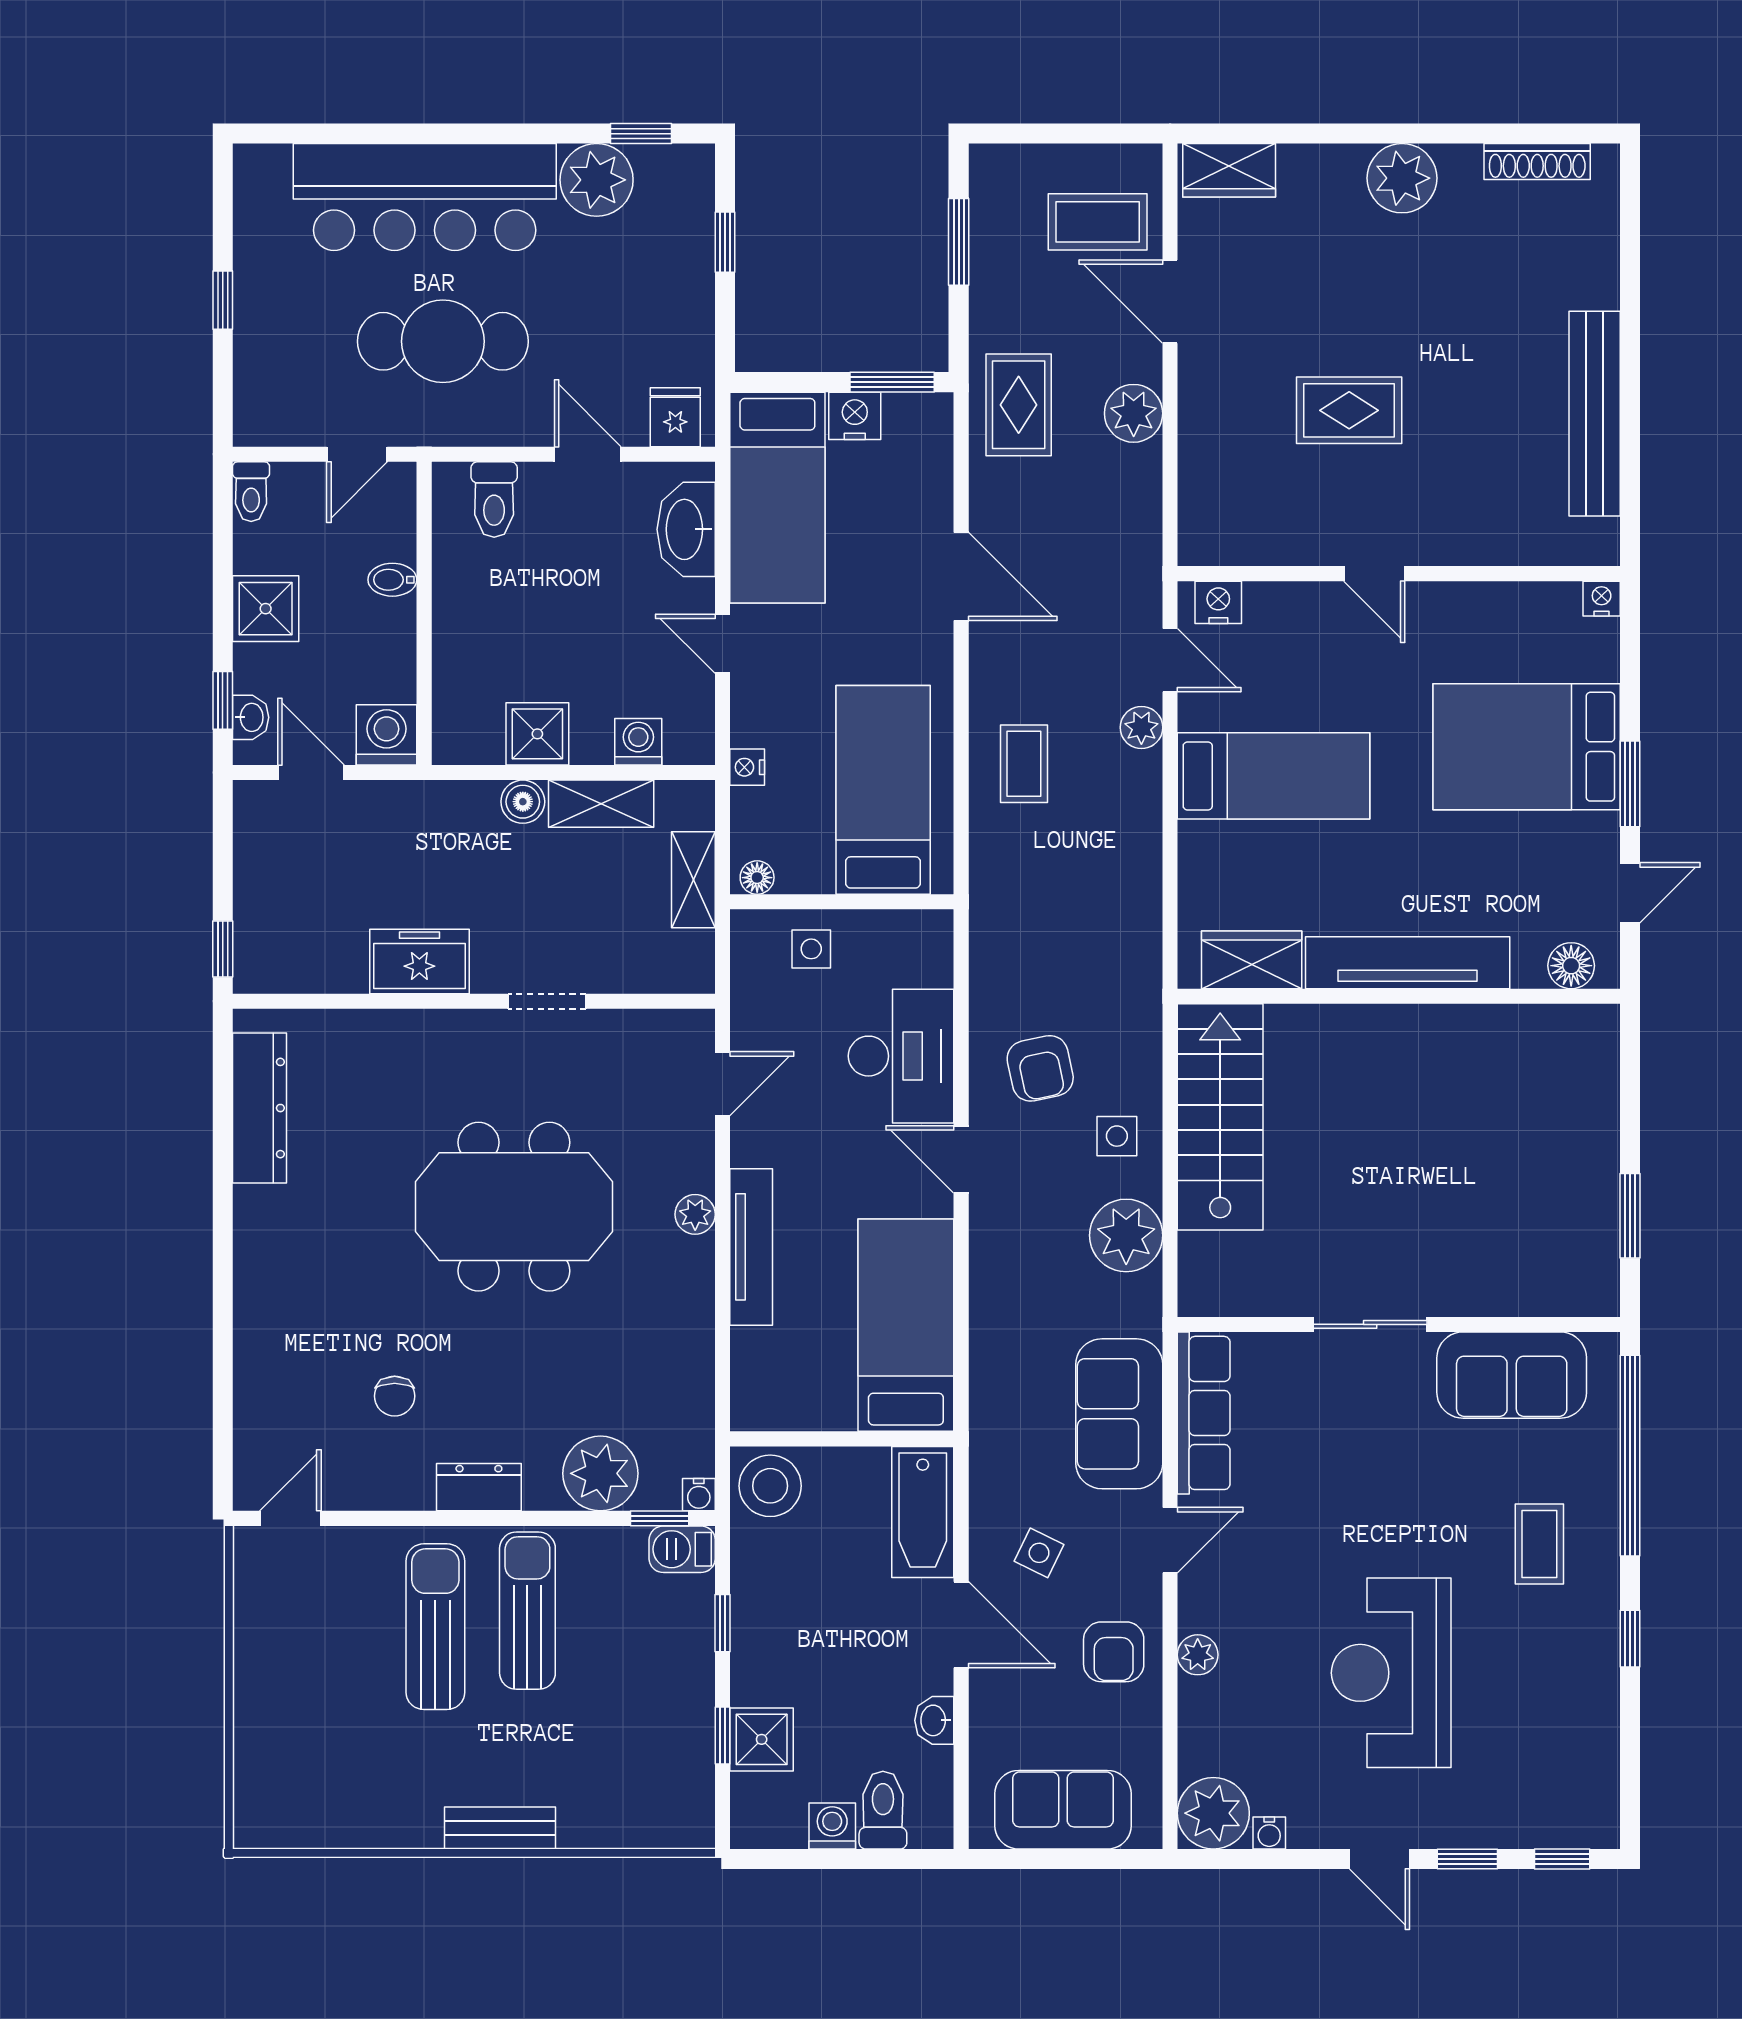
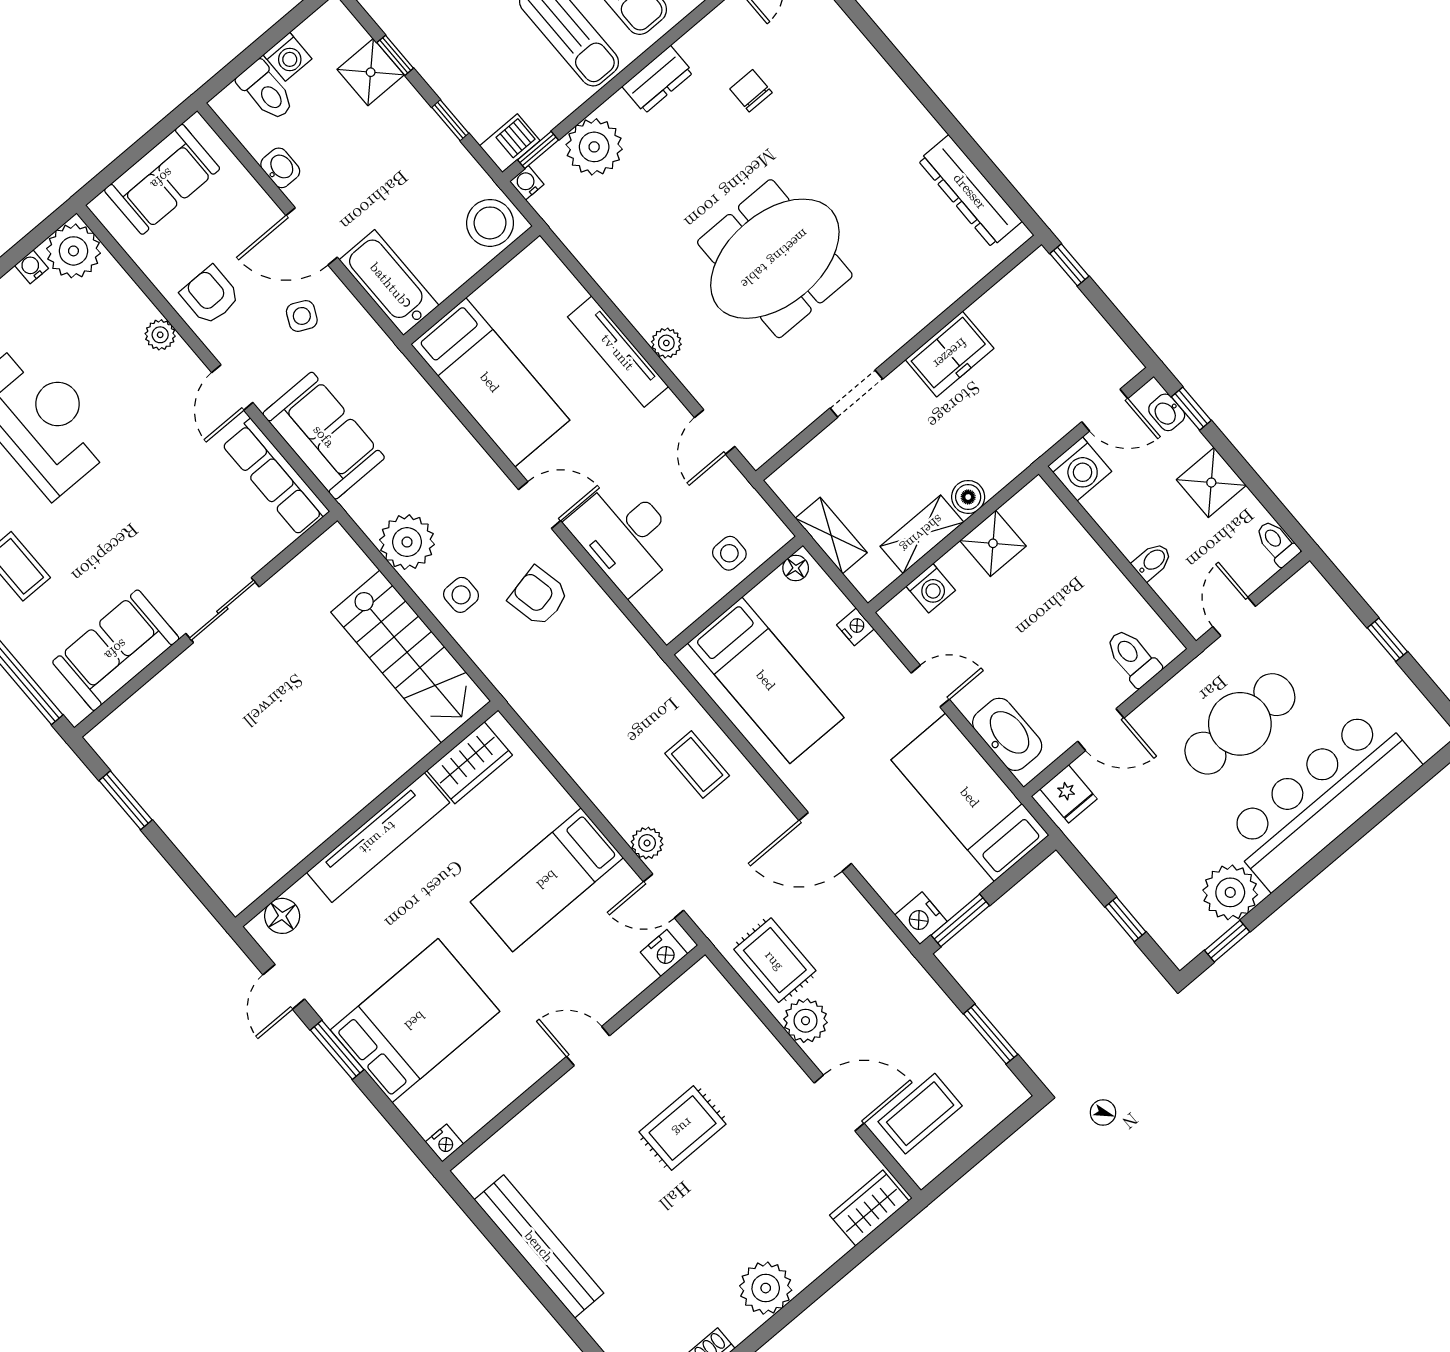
rug: (1019, 405) -> (775, 960), moved
nightstand: (855, 416) -> (921, 918), moved, turned 90

